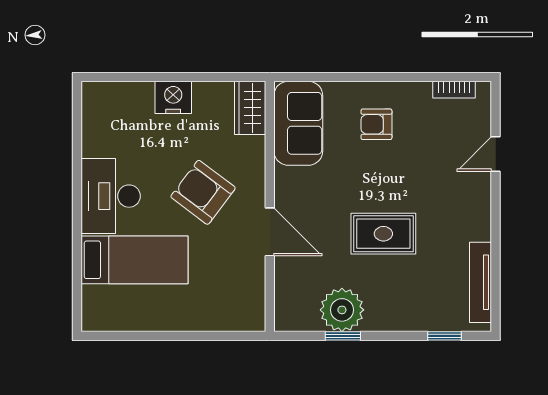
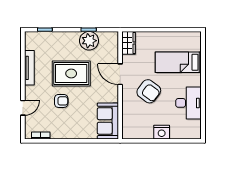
wardrobe: (250, 108) -> (129, 43), moved
armchair: (376, 124) -> (61, 101), moved
desk: (111, 196) -> (189, 103), moved
rug: (383, 234) -> (71, 73), width x1.36, depth x1.43
tv unit: (481, 282) -> (29, 68), moved

